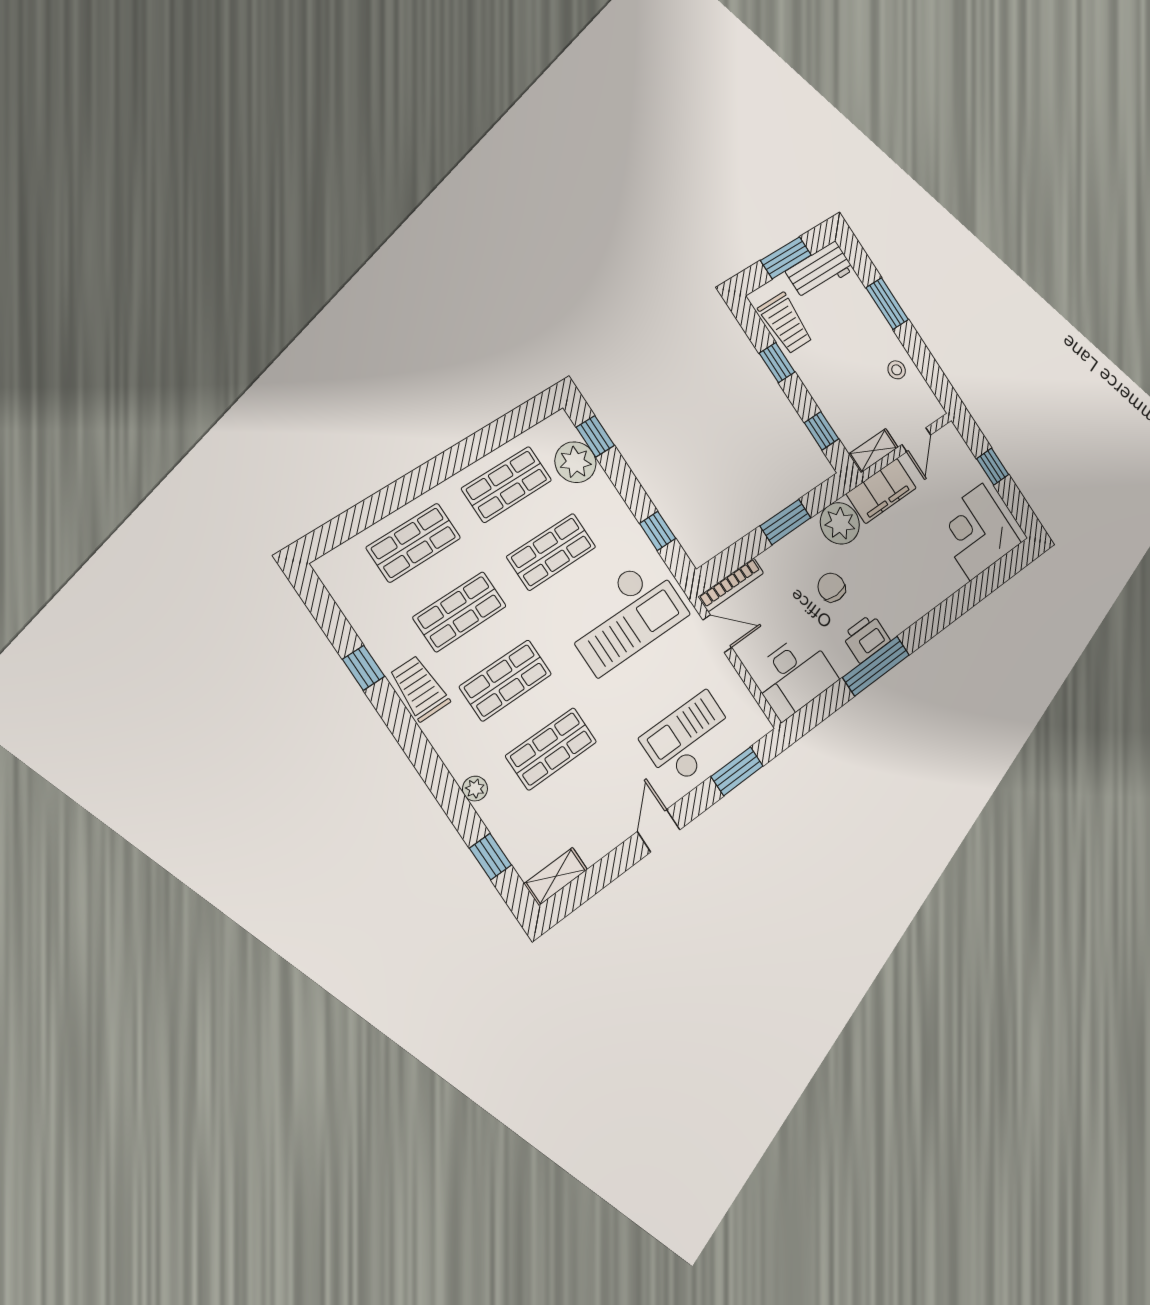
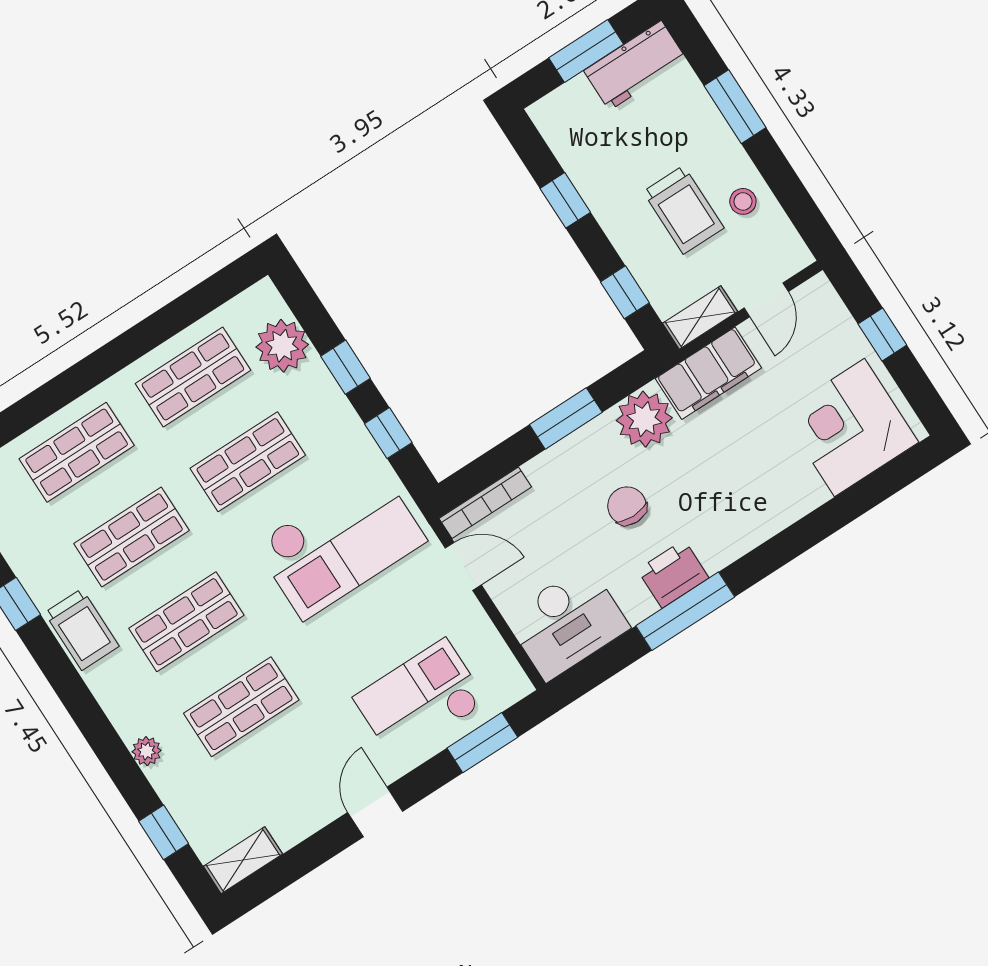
trolley: (786, 323) -> (683, 210), moved
window: (595, 436) -> (345, 367), moved
trolley: (420, 688) -> (82, 630), turned 180

